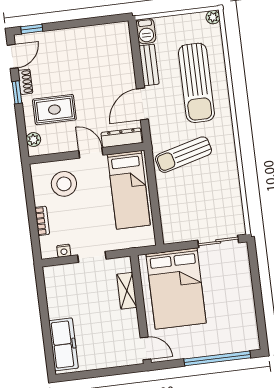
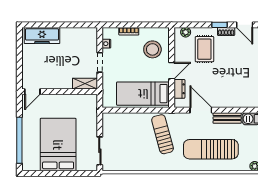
dresser: (122, 138) -> (179, 89), width x0.70
bed: (176, 288) -> (58, 145), moved, turned 90
shelving: (127, 291) -> (85, 84), moved

